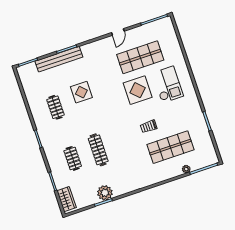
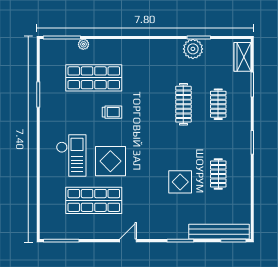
door: (118, 32) -> (128, 241), moved
bench: (59, 59) -> (219, 232), moved
checkout: (168, 85) -> (71, 156), turned 180

